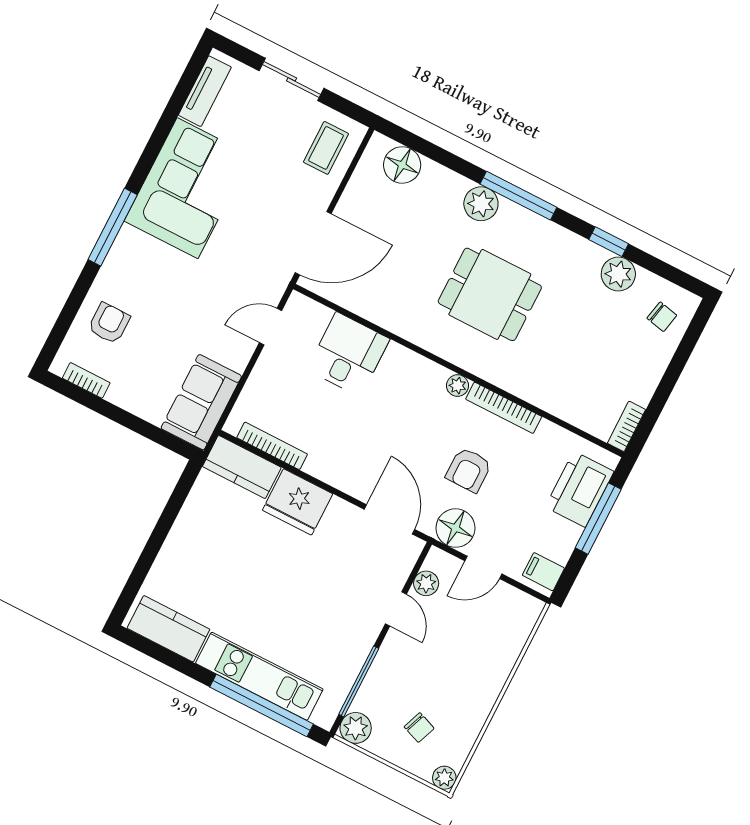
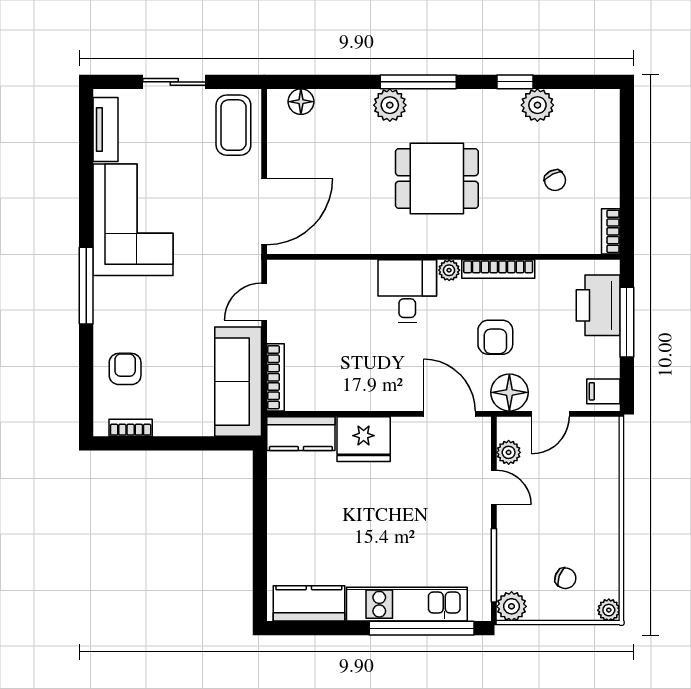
coffee table: (326, 148) -> (233, 125), width x1.36, depth x1.30
floor lamp: (402, 165) -> (301, 102), width x0.73, depth x0.73
chair: (662, 317) -> (555, 180), moved, turned 51
desk: (348, 354) -> (407, 291), moved
sofa: (201, 402) -> (238, 382), width x1.36
bookcase: (272, 446) -> (276, 377), moved, turned 90

